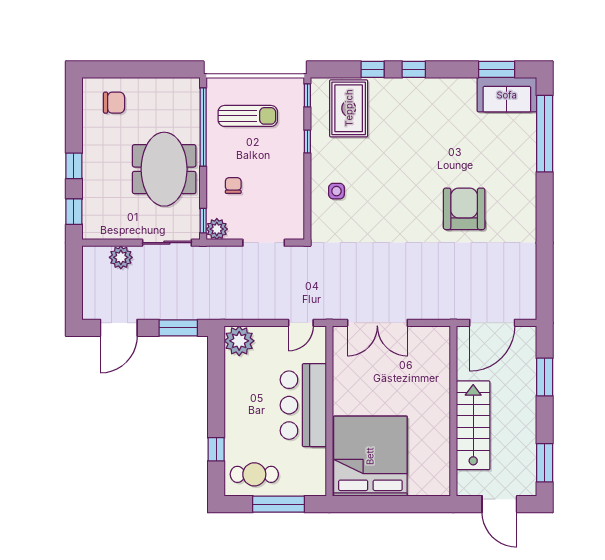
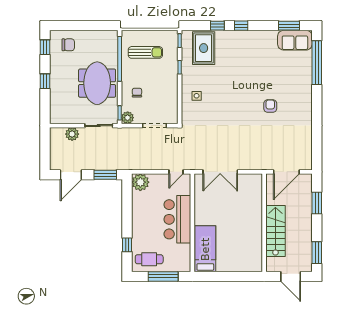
armchair: (464, 209) -> (270, 106), width x0.53, depth x0.53
window: (74, 212) -> (45, 47), moved
bed: (370, 456) -> (205, 249), width x0.49

